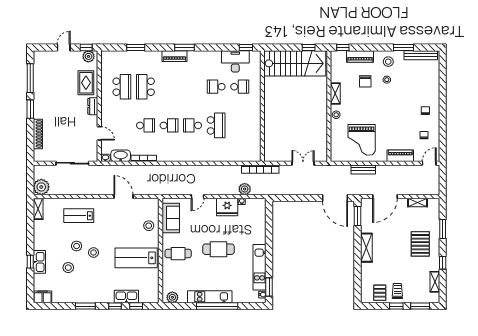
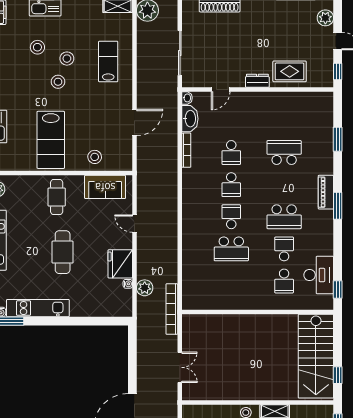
plant: (88, 56) -> (325, 18), moved
school desk: (122, 87) -> (284, 217), moved
lab bench: (136, 258) -> (51, 140), turned 180

